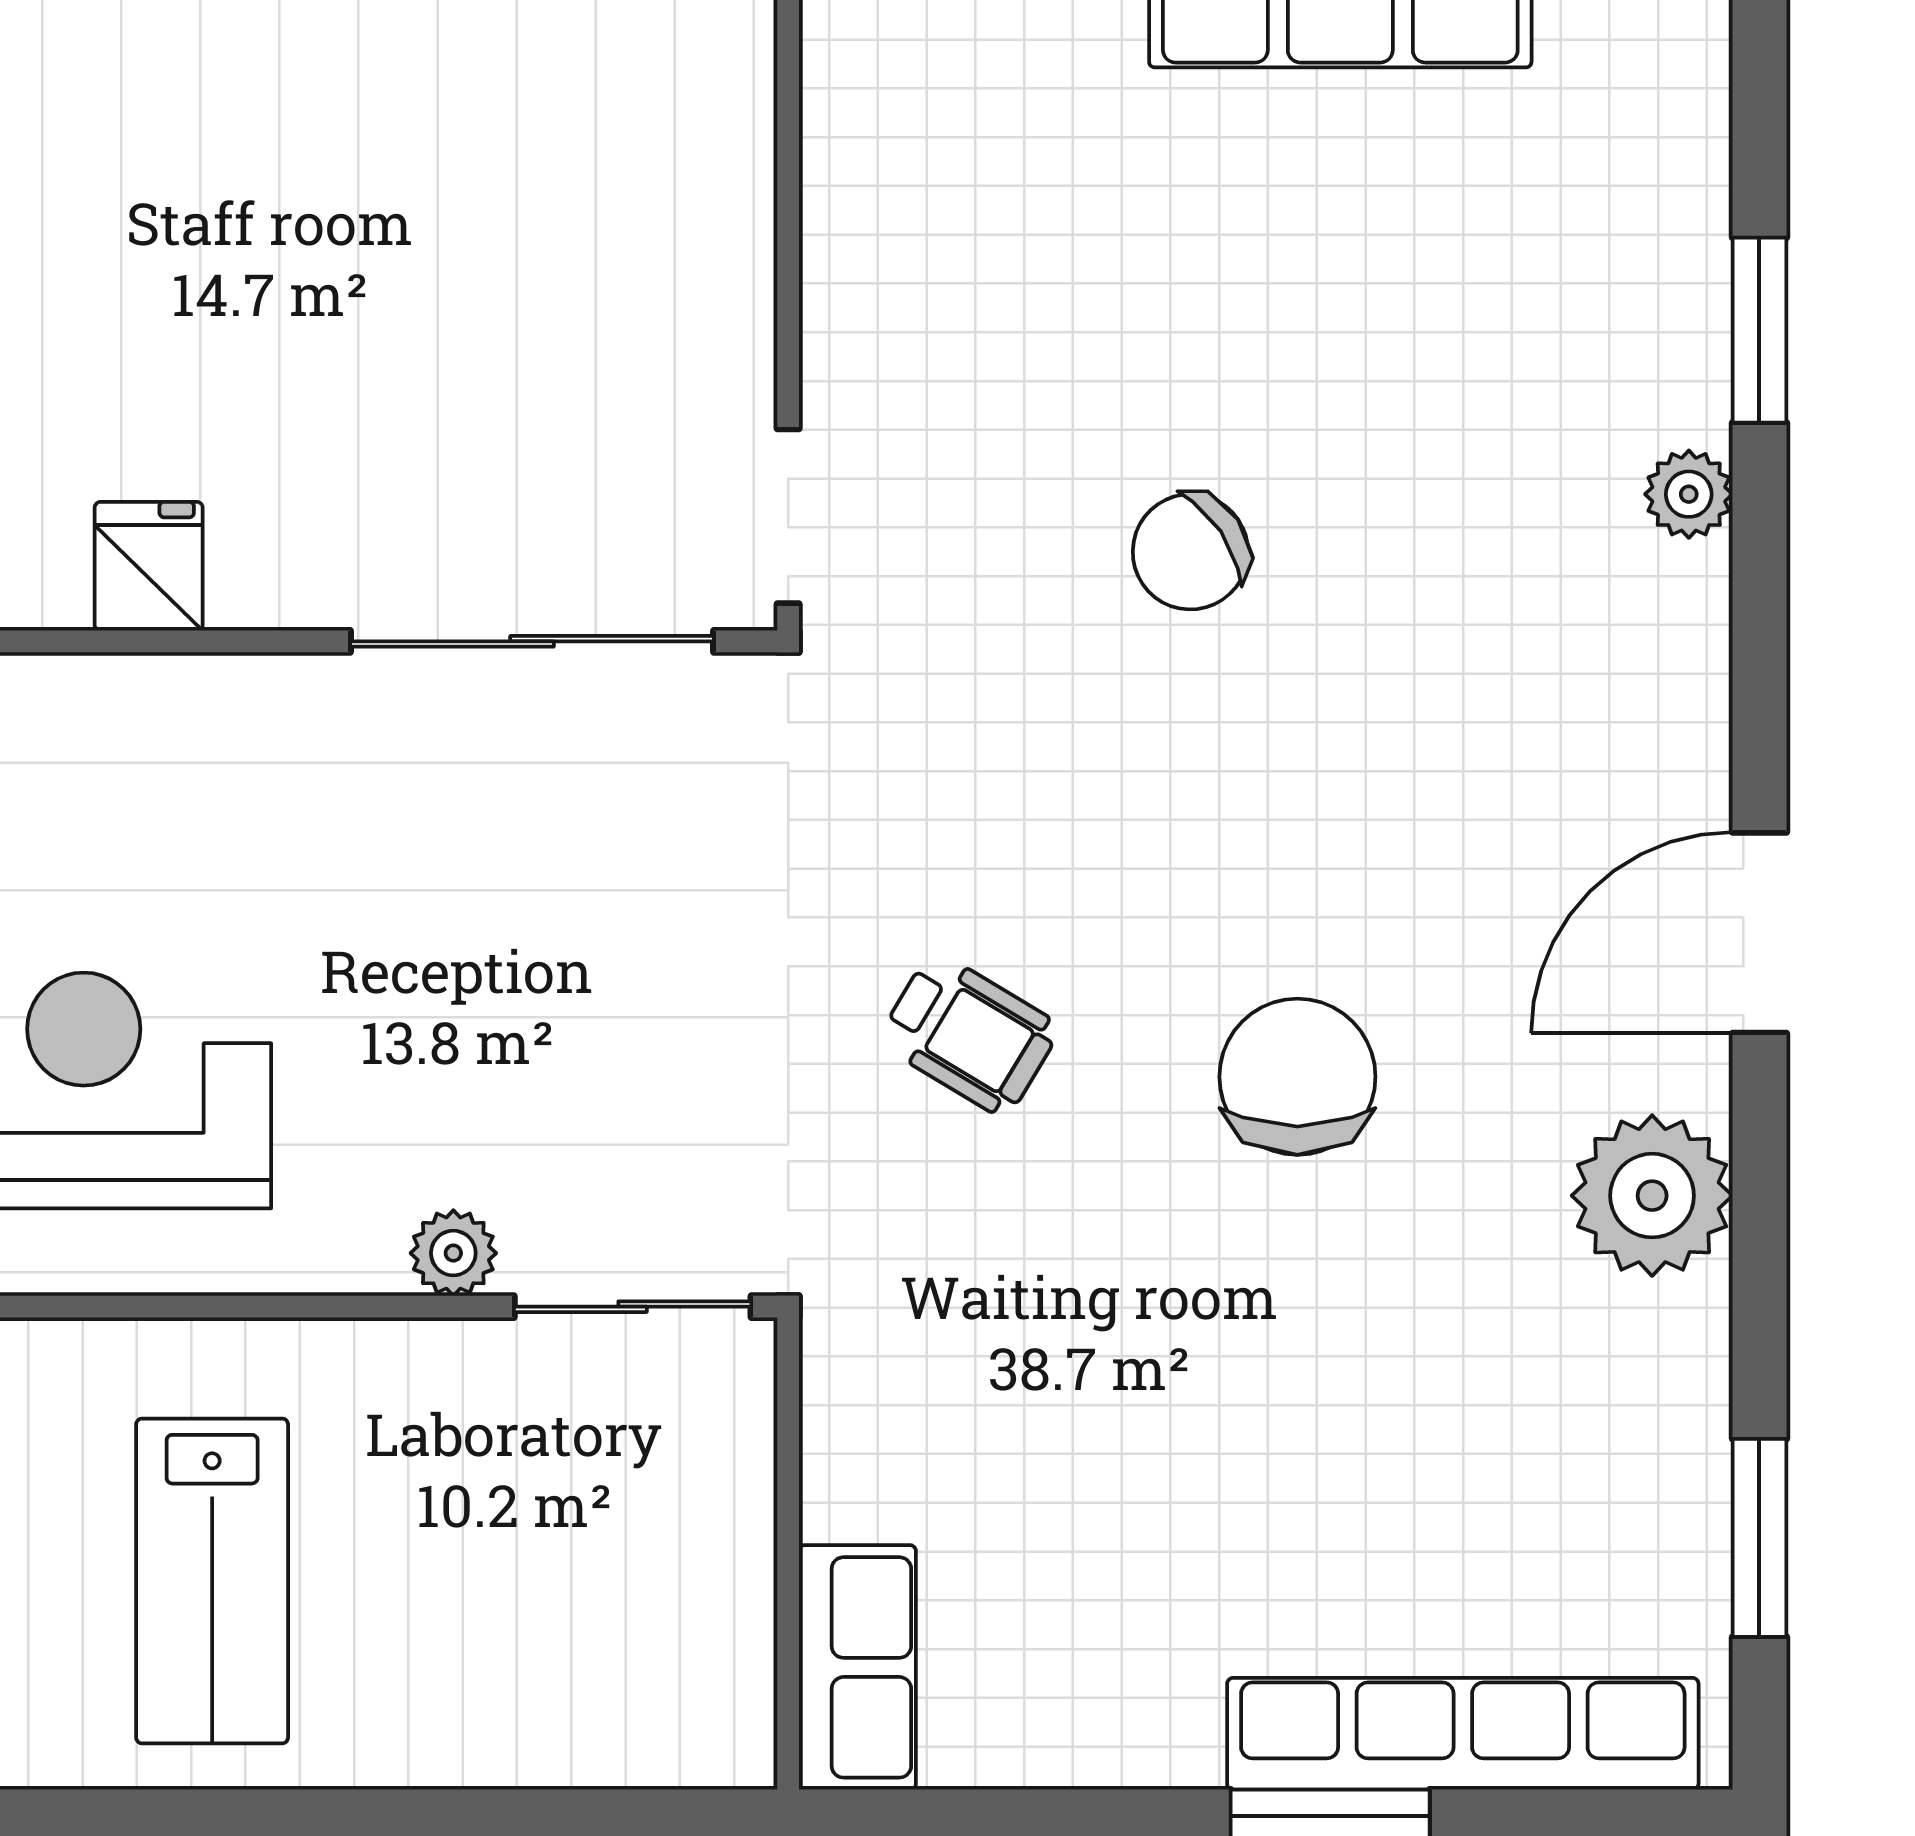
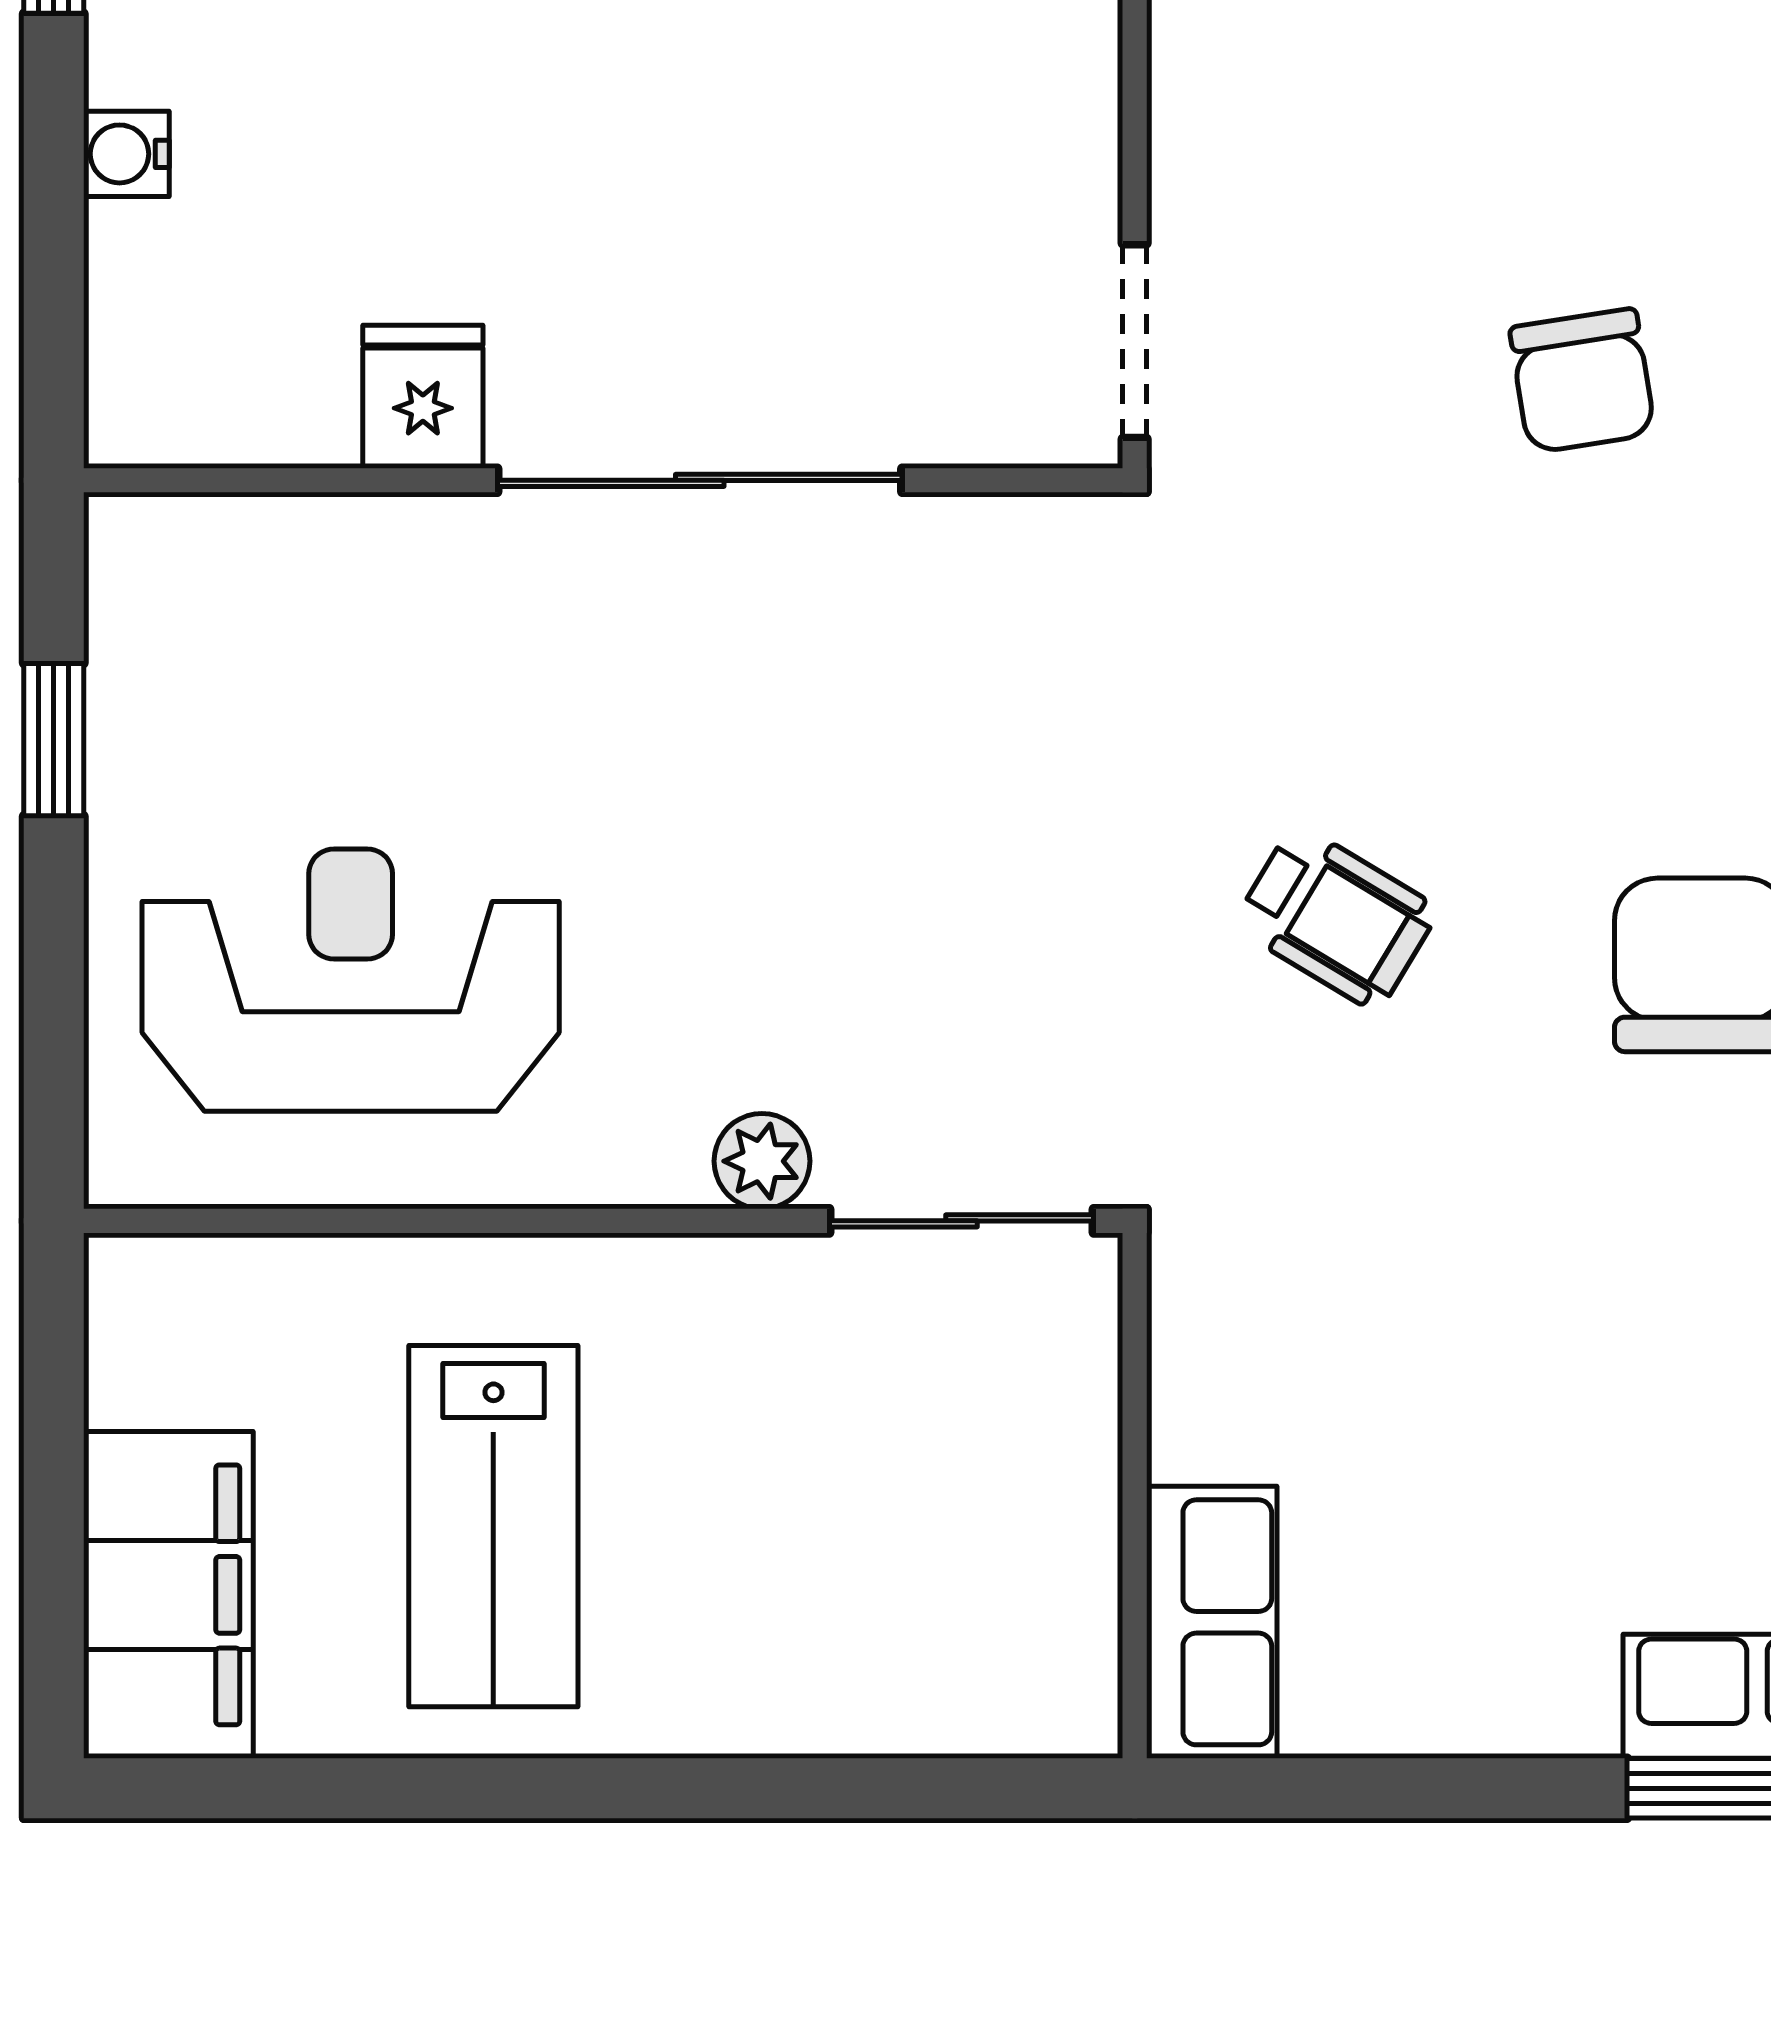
chair: (1190, 552) -> (1582, 381), turned -65
sliding door: (532, 641) -> (700, 480), moved

